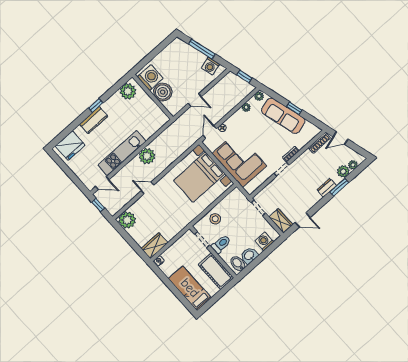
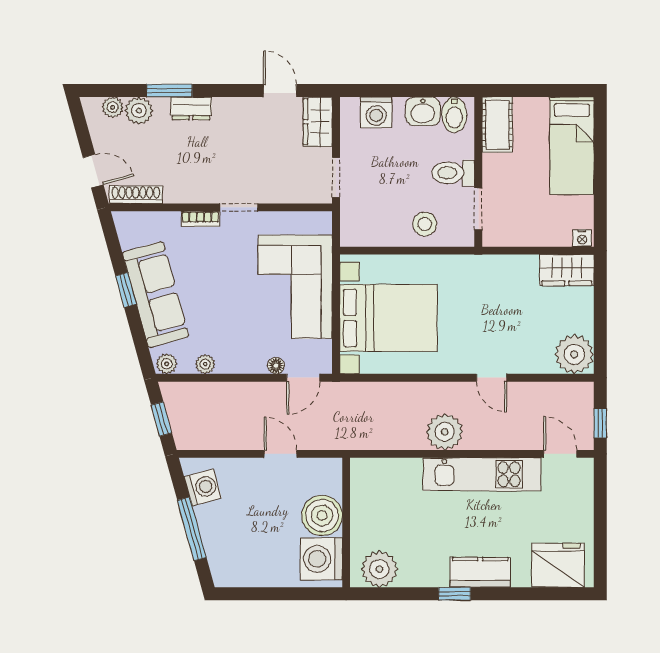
cot: (216, 271) -> (497, 125), width x0.73, depth x0.75

